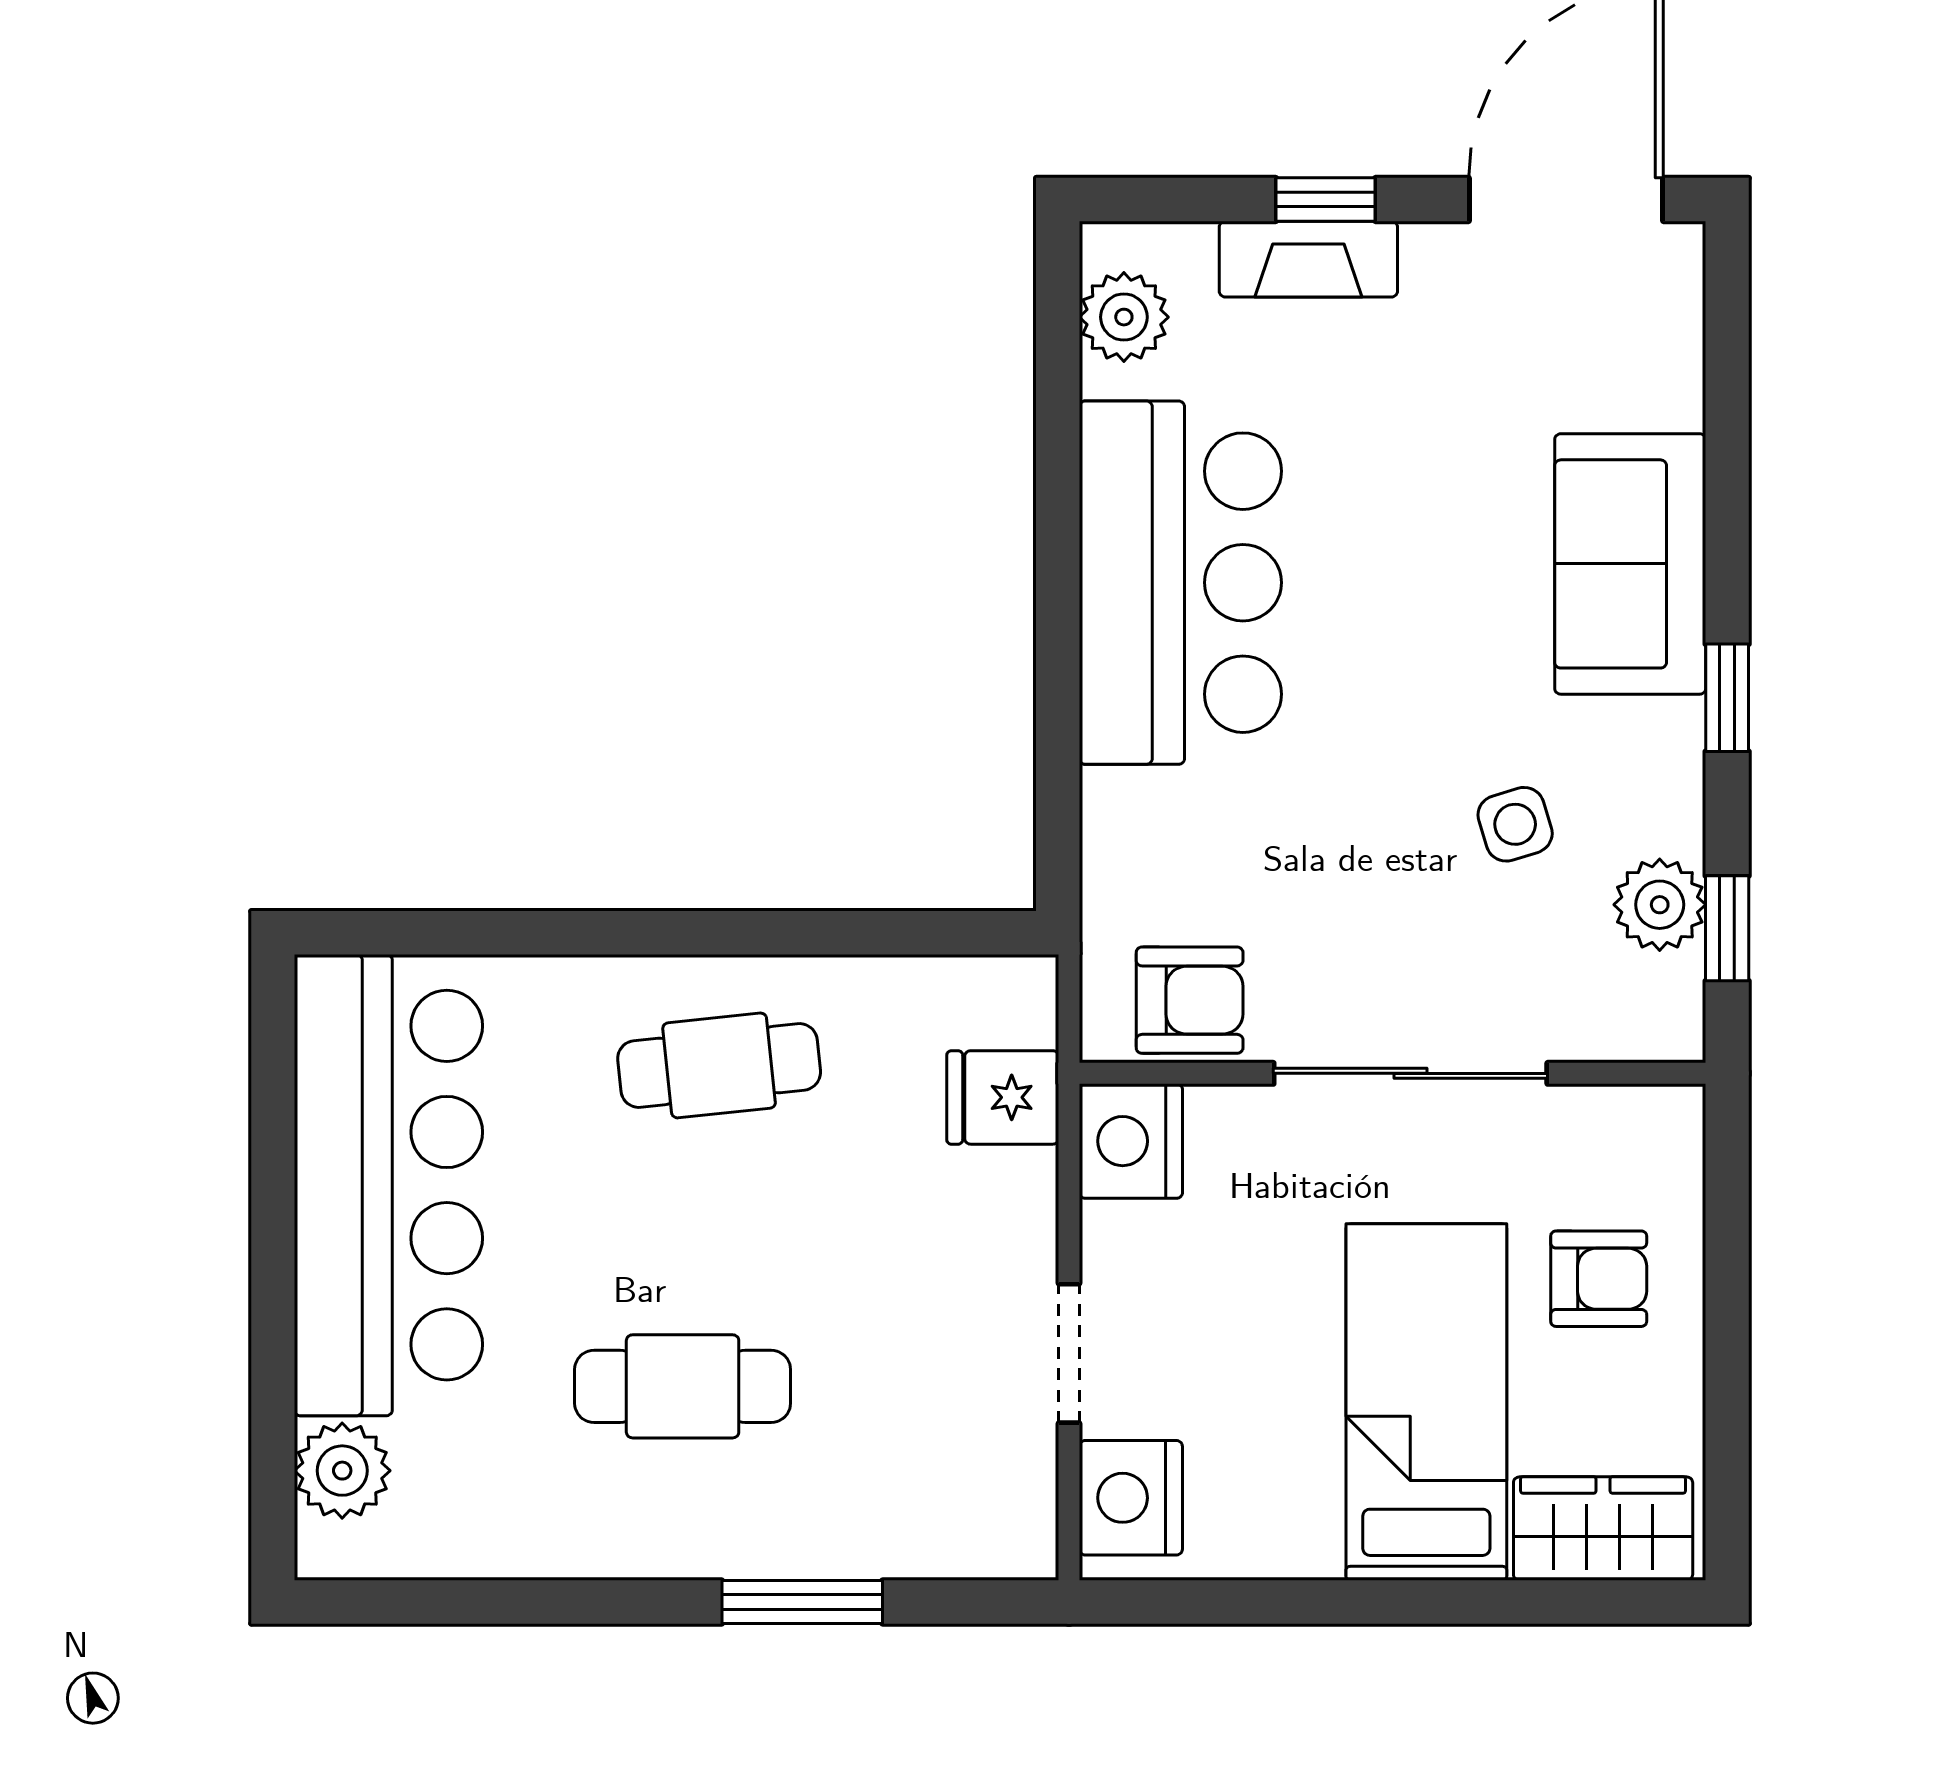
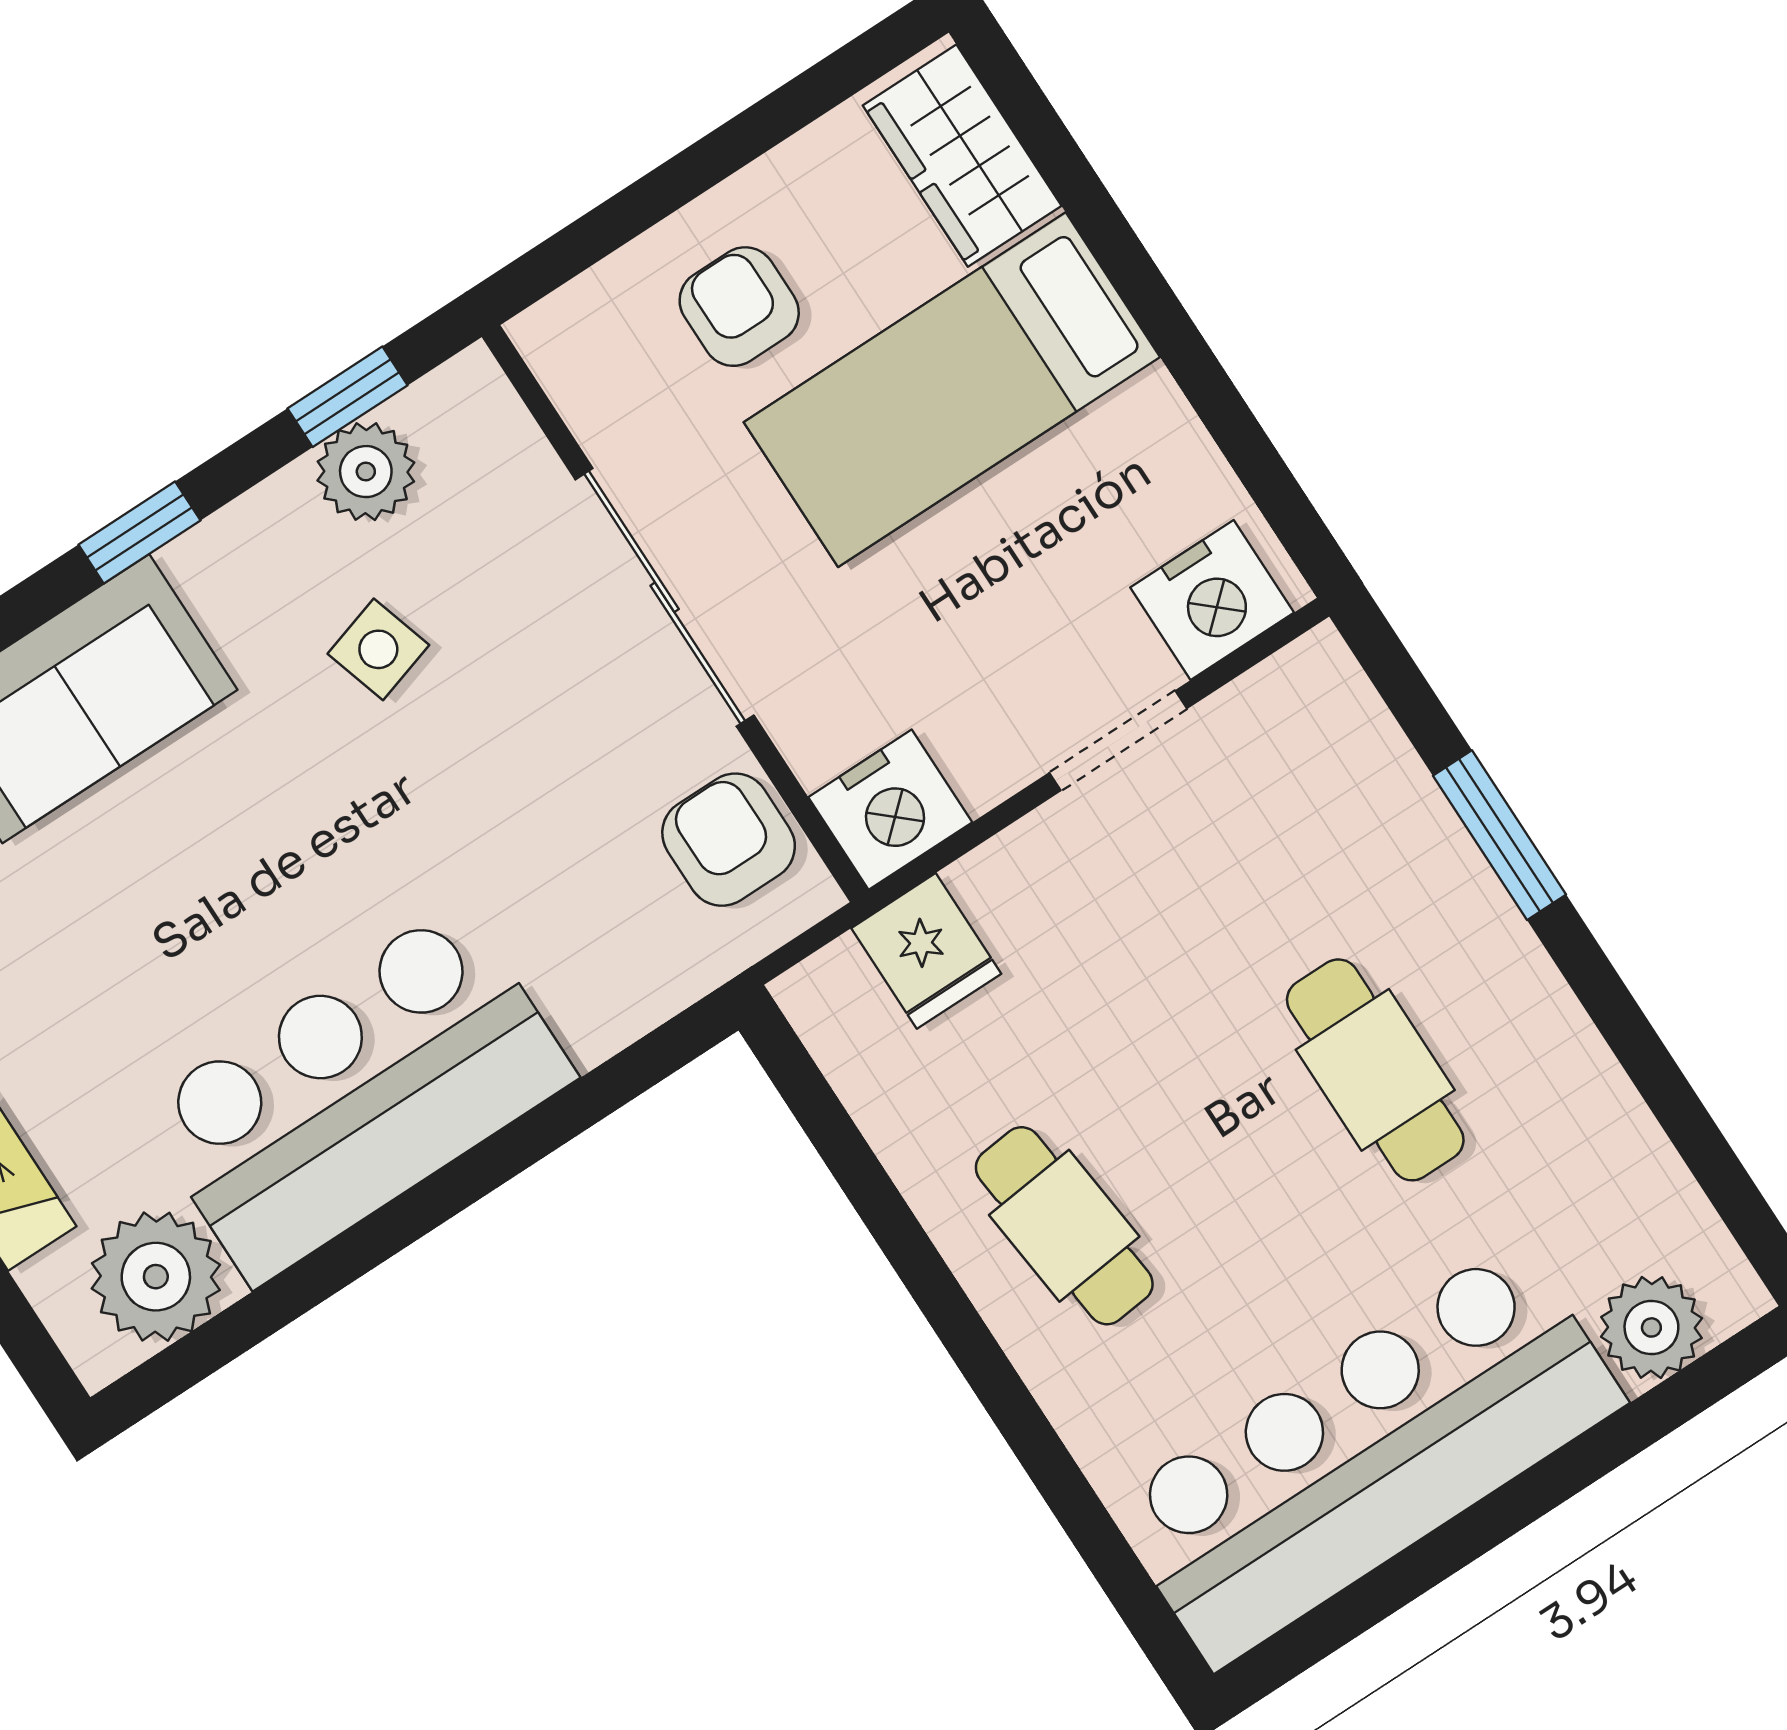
plant: (1124, 317) -> (156, 1277), width x1.36, depth x1.36

